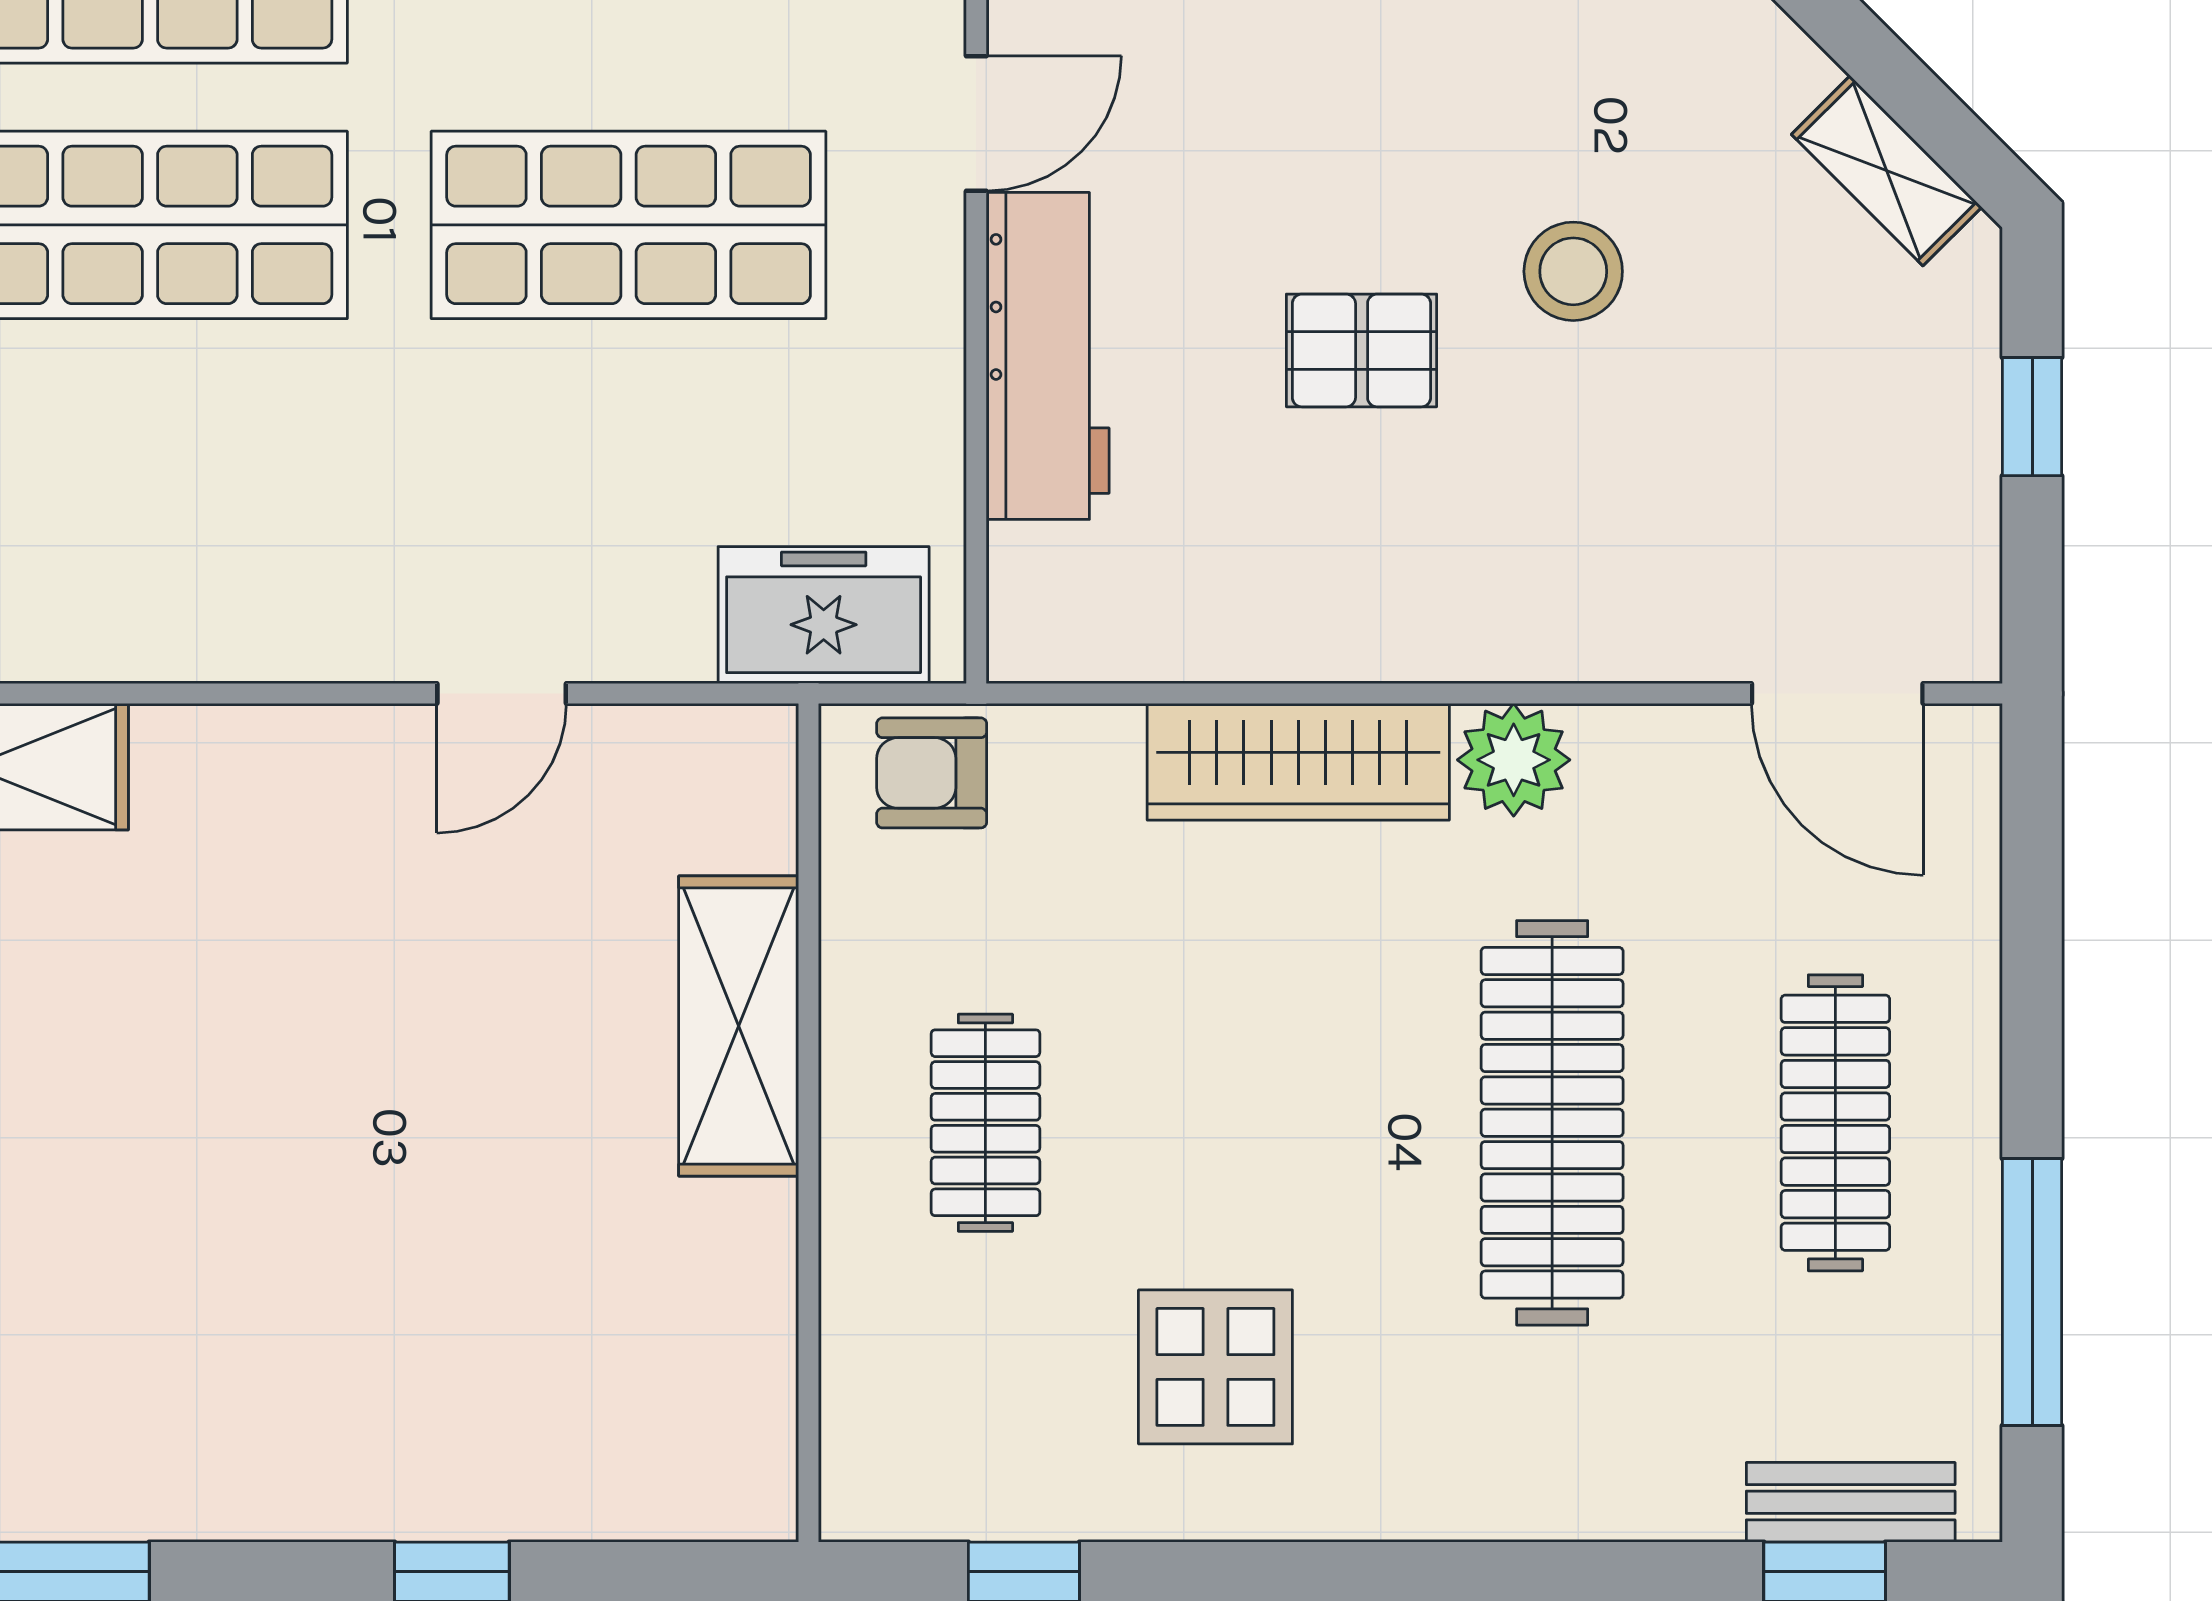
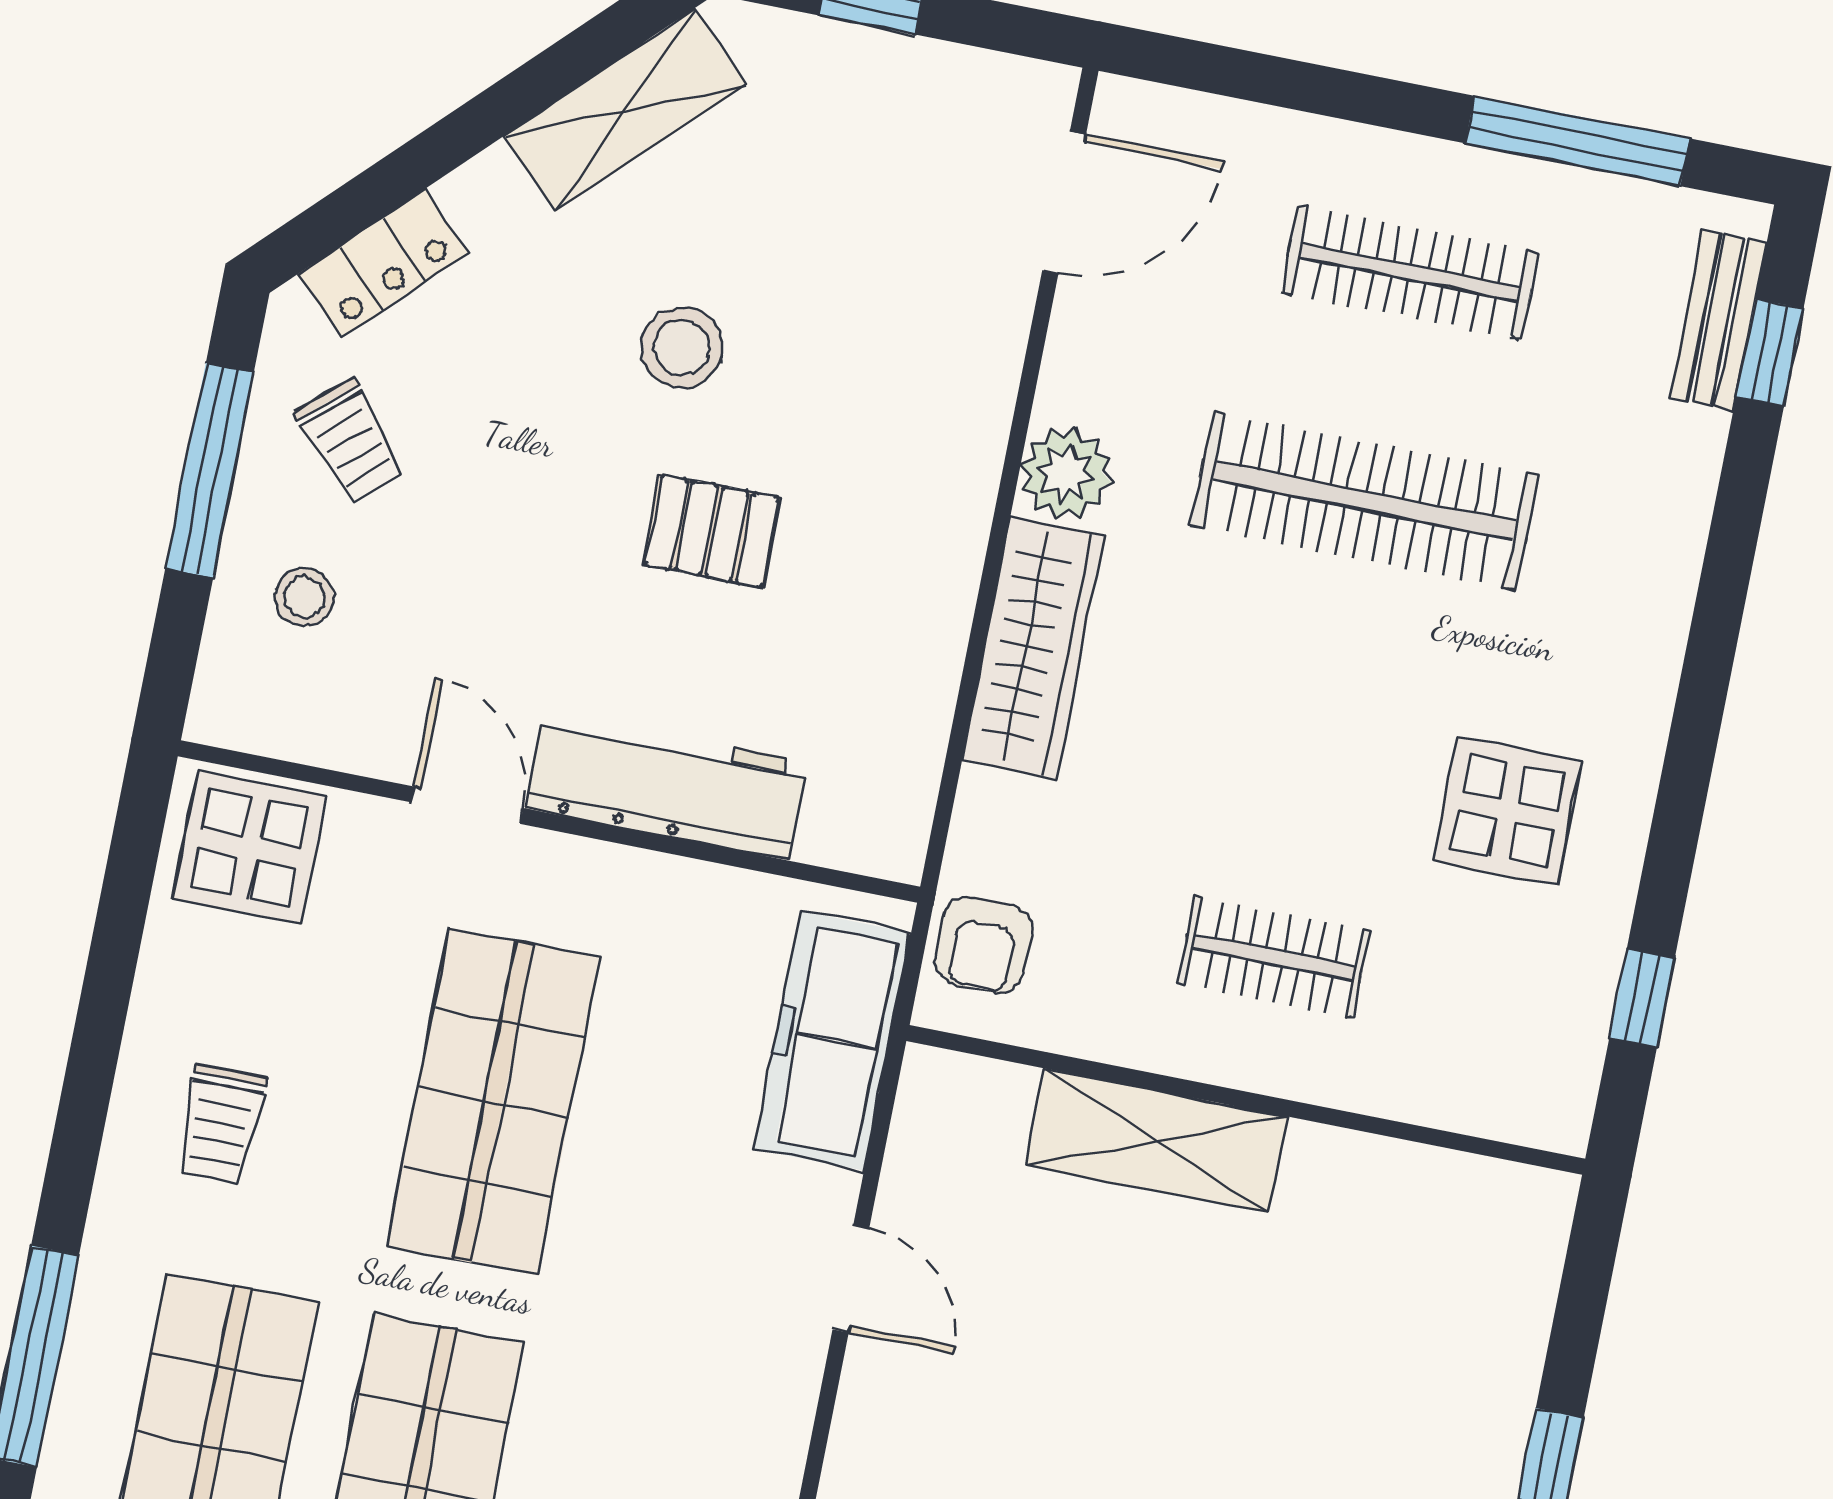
shelving: (1887, 171) -> (625, 110), width x1.50, depth x1.33
pallet: (1362, 350) -> (712, 531), turned 90
freezer: (824, 615) -> (832, 1041), width x1.40

